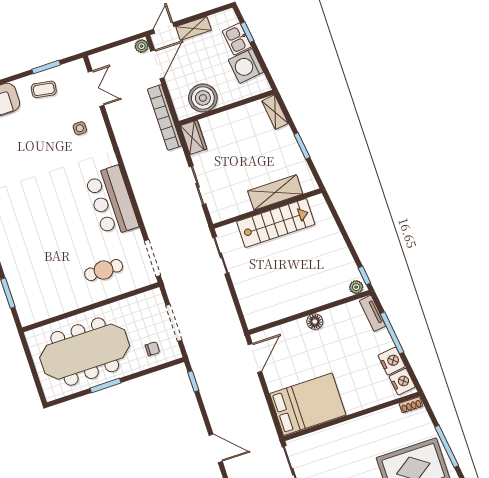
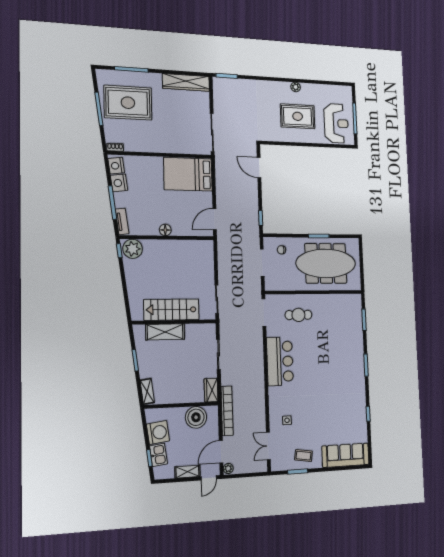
plant: (356, 287) -> (133, 249), width x1.88, depth x1.88

